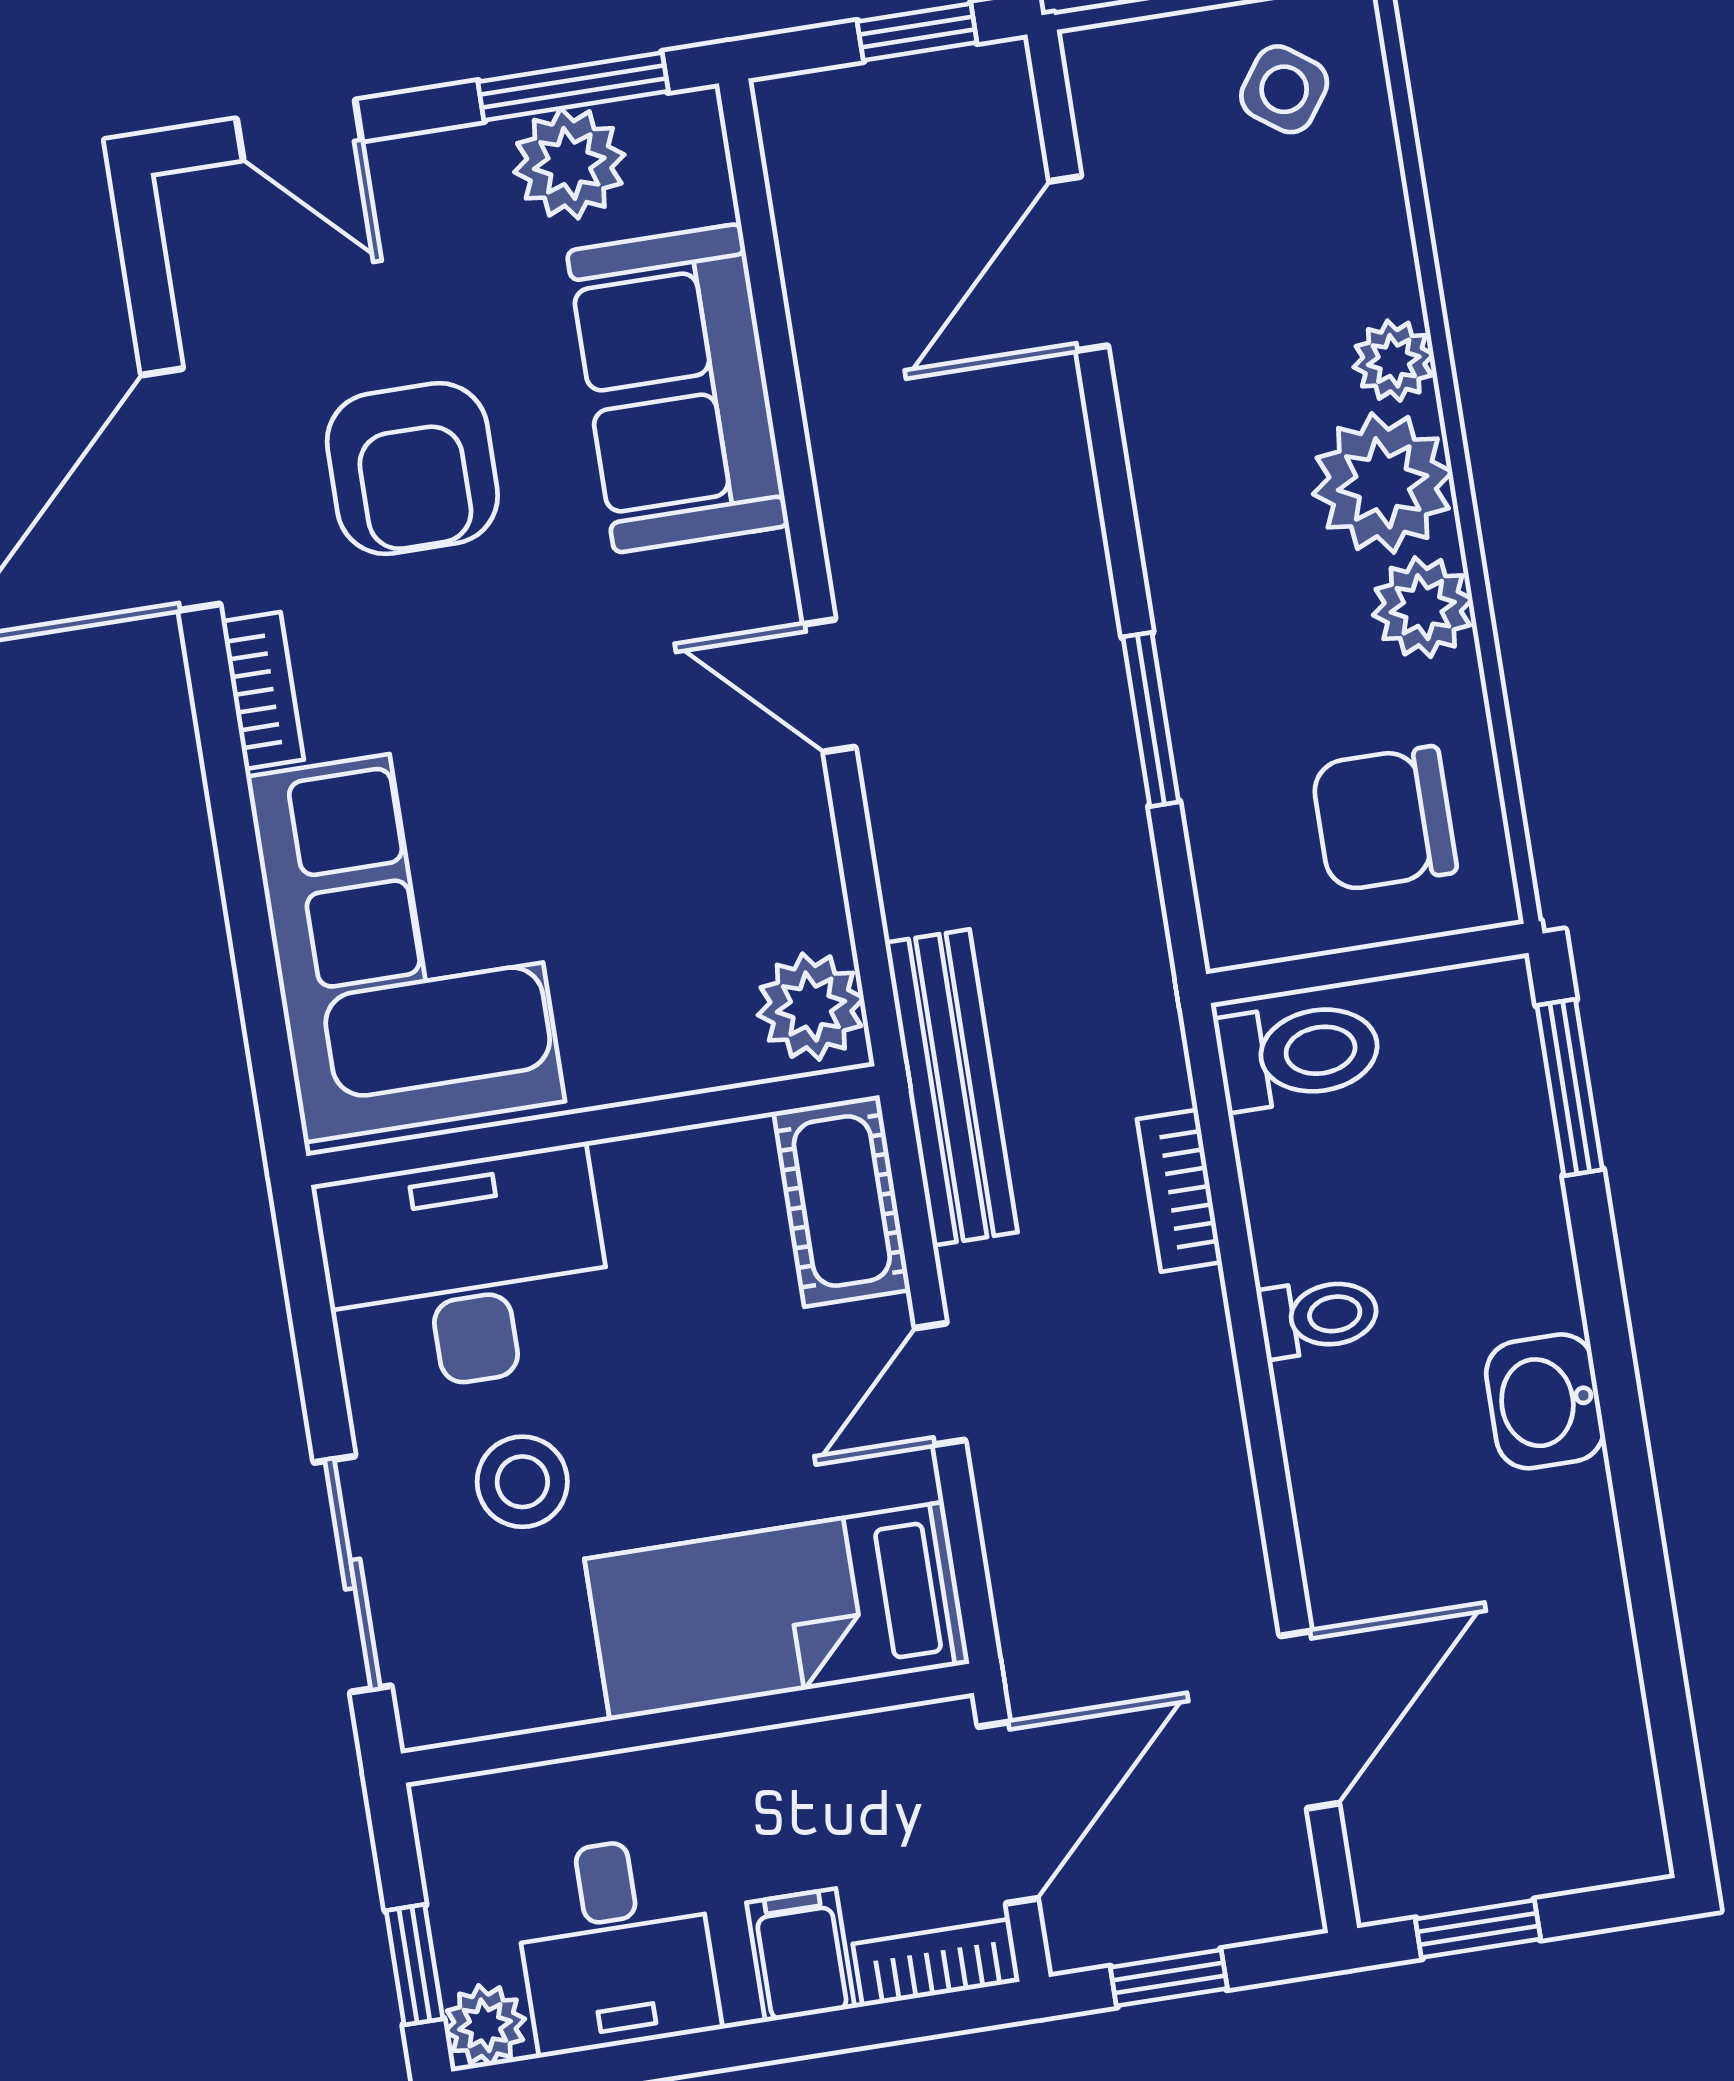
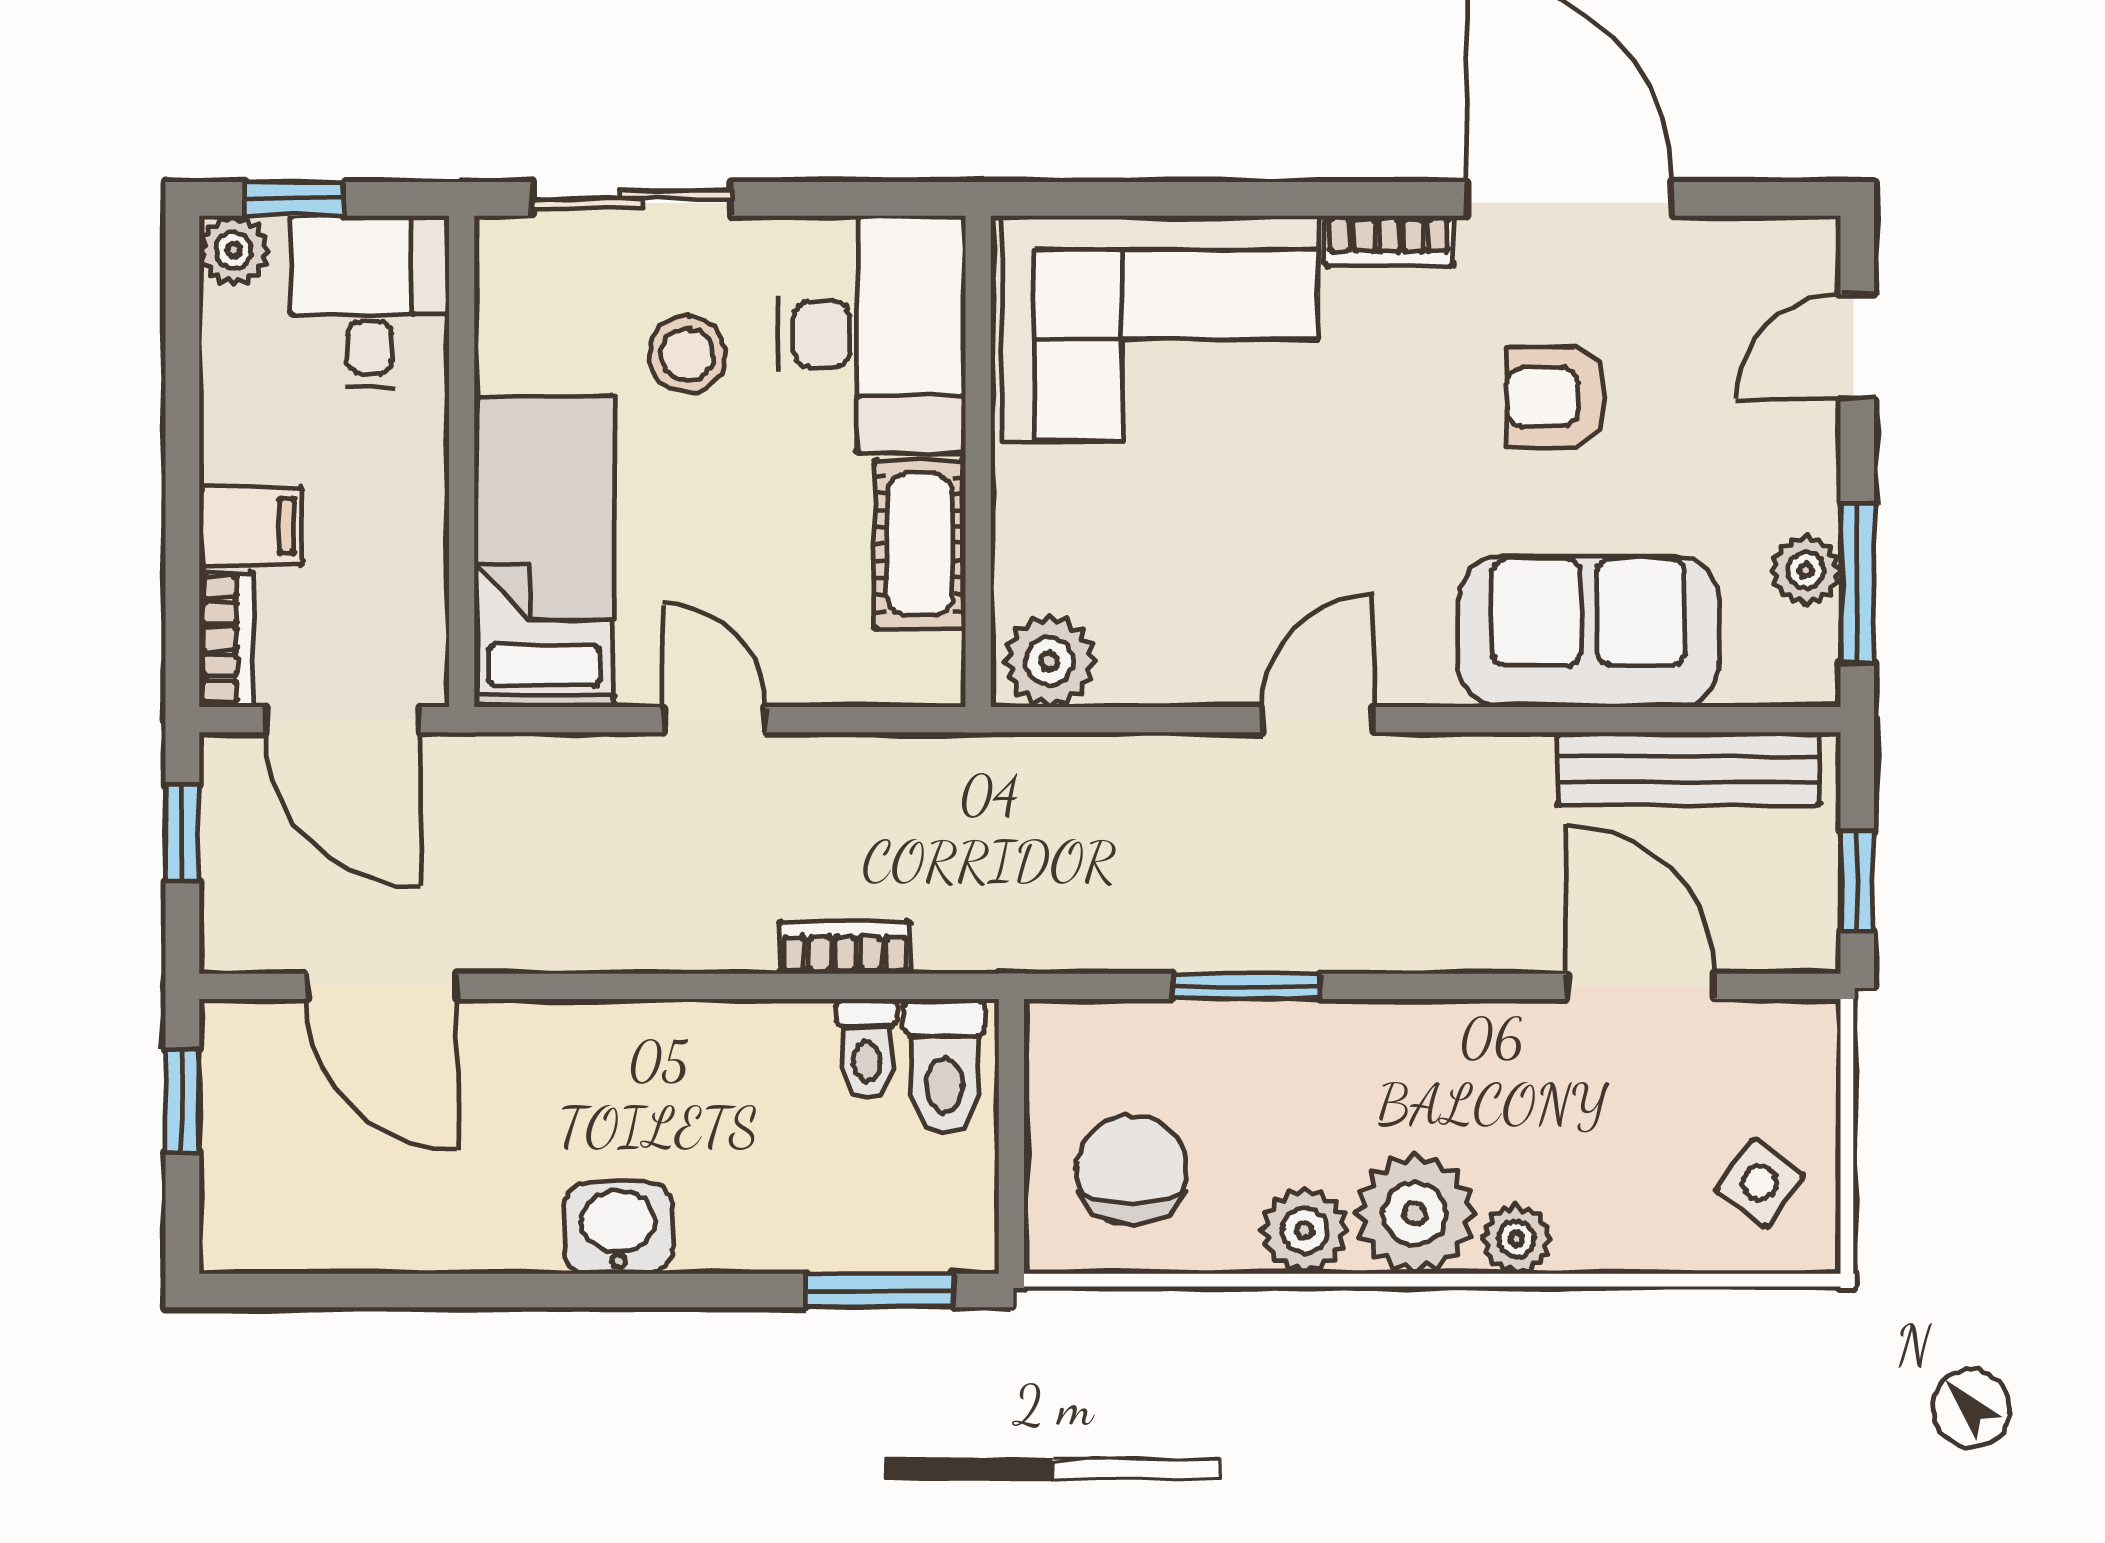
plant: (569, 163) -> (1806, 570), width x0.73, depth x0.73
armchair: (412, 469) -> (1556, 397), width x0.72, depth x0.72
bench: (951, 1087) -> (1688, 769), moved
cot: (842, 1201) -> (920, 544), moved, turned 90
toilet: (1319, 1316) -> (867, 1048), moved
desk: (615, 1944) -> (370, 301), moved, turned 90

